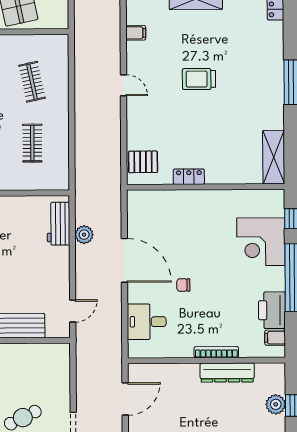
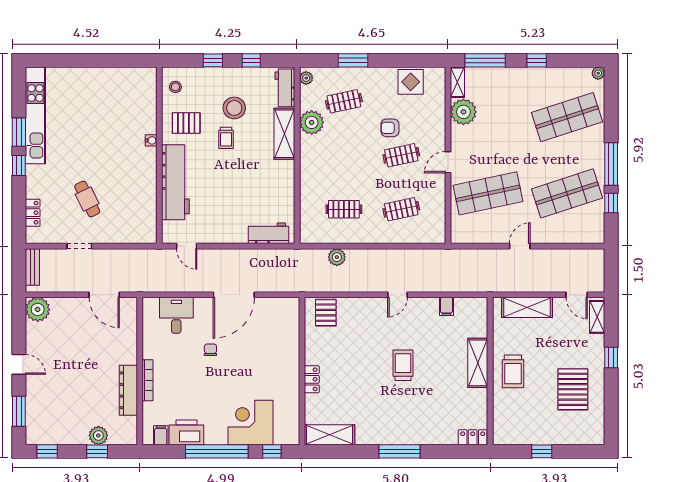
locker: (189, 177) -> (312, 379), moved
plant: (84, 235) -> (337, 257), moved

